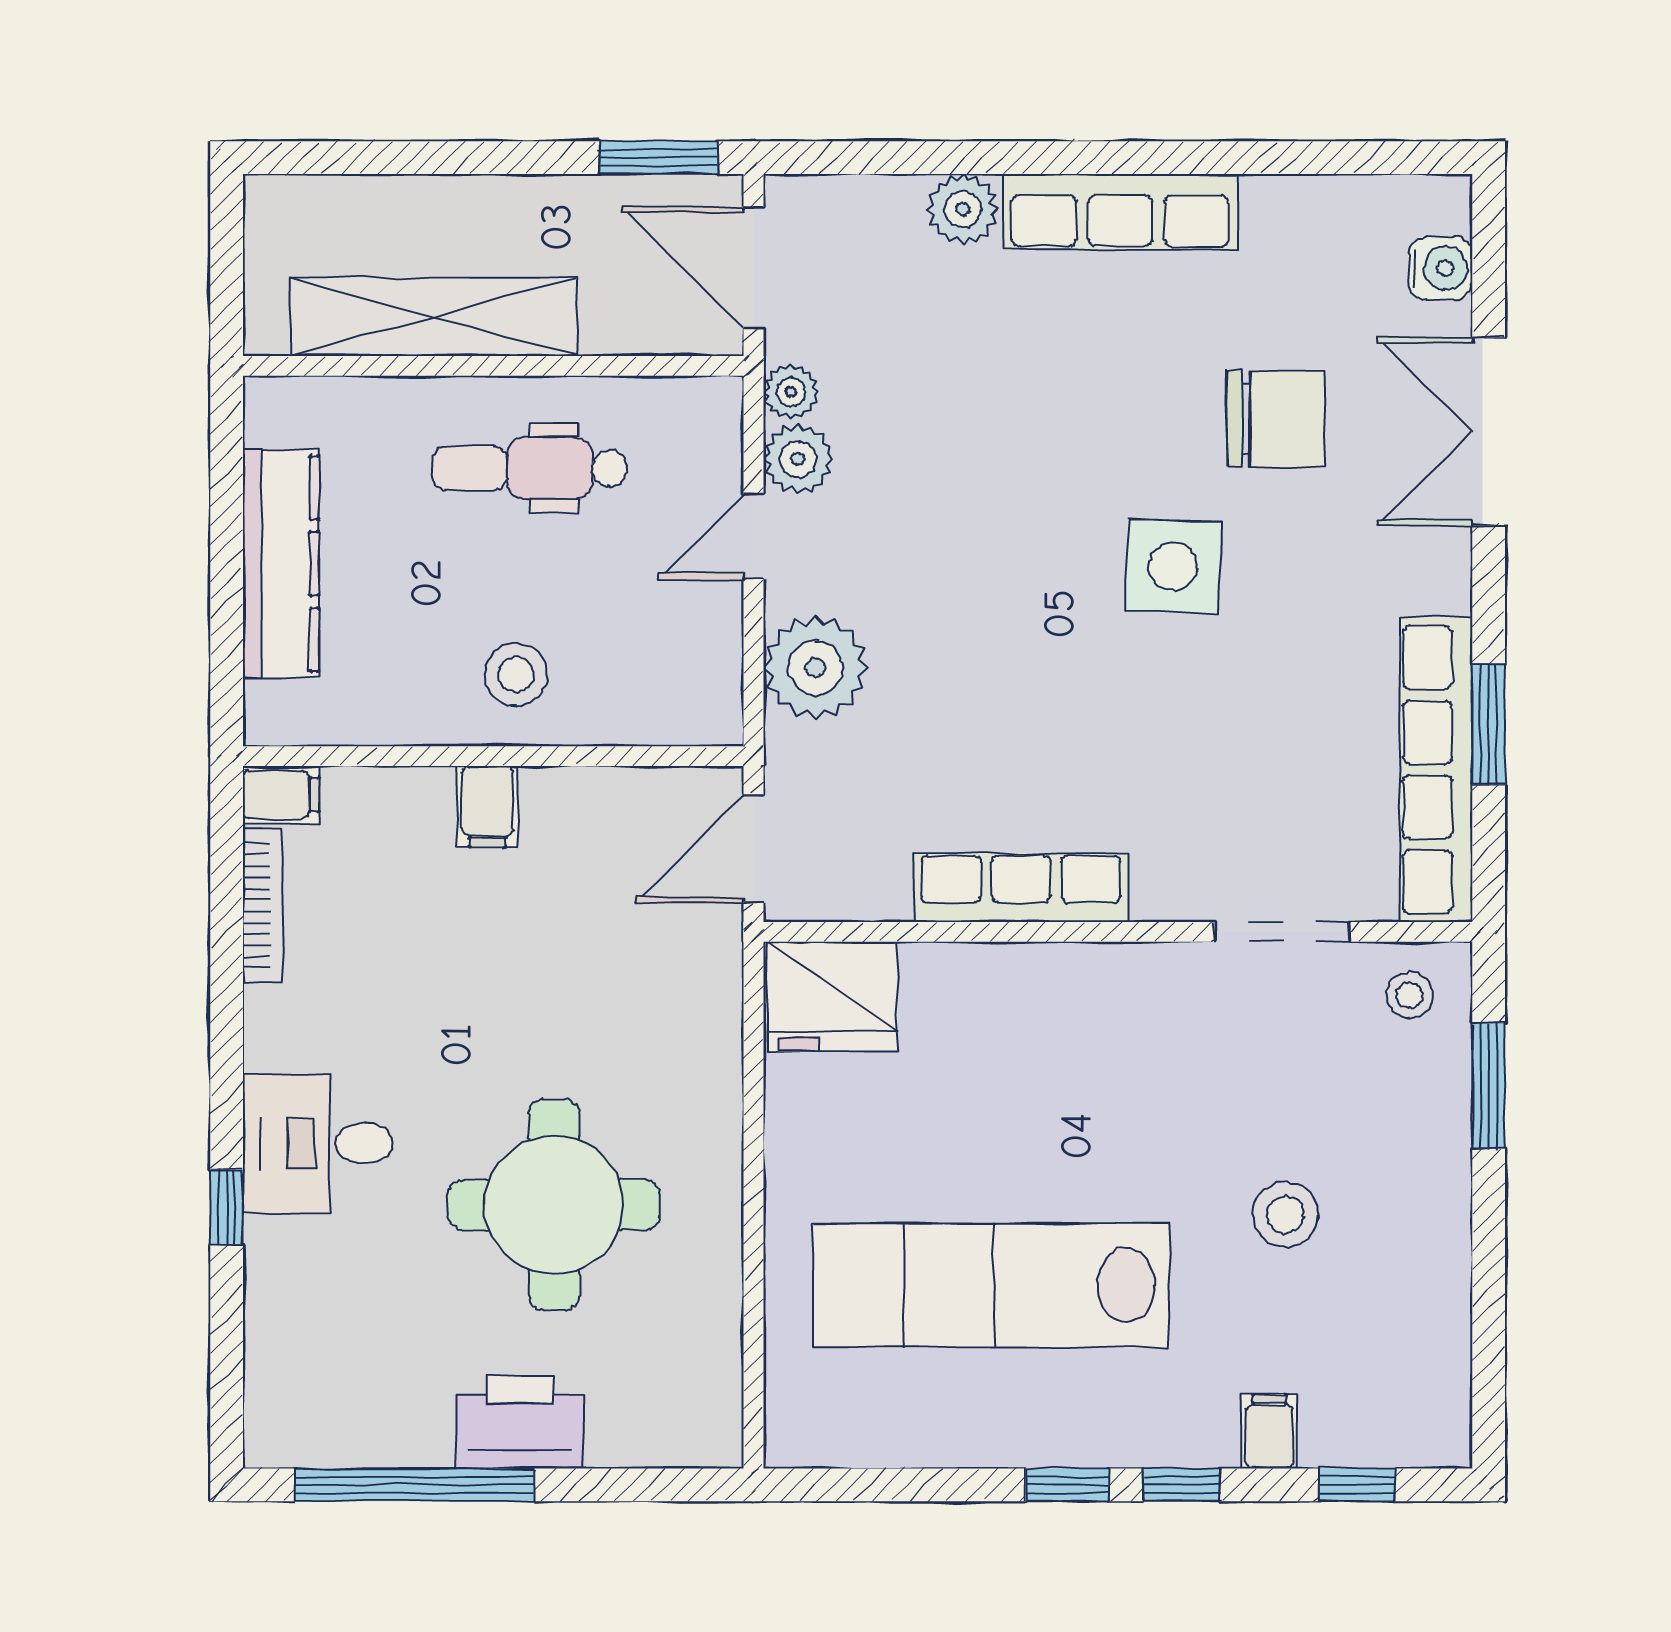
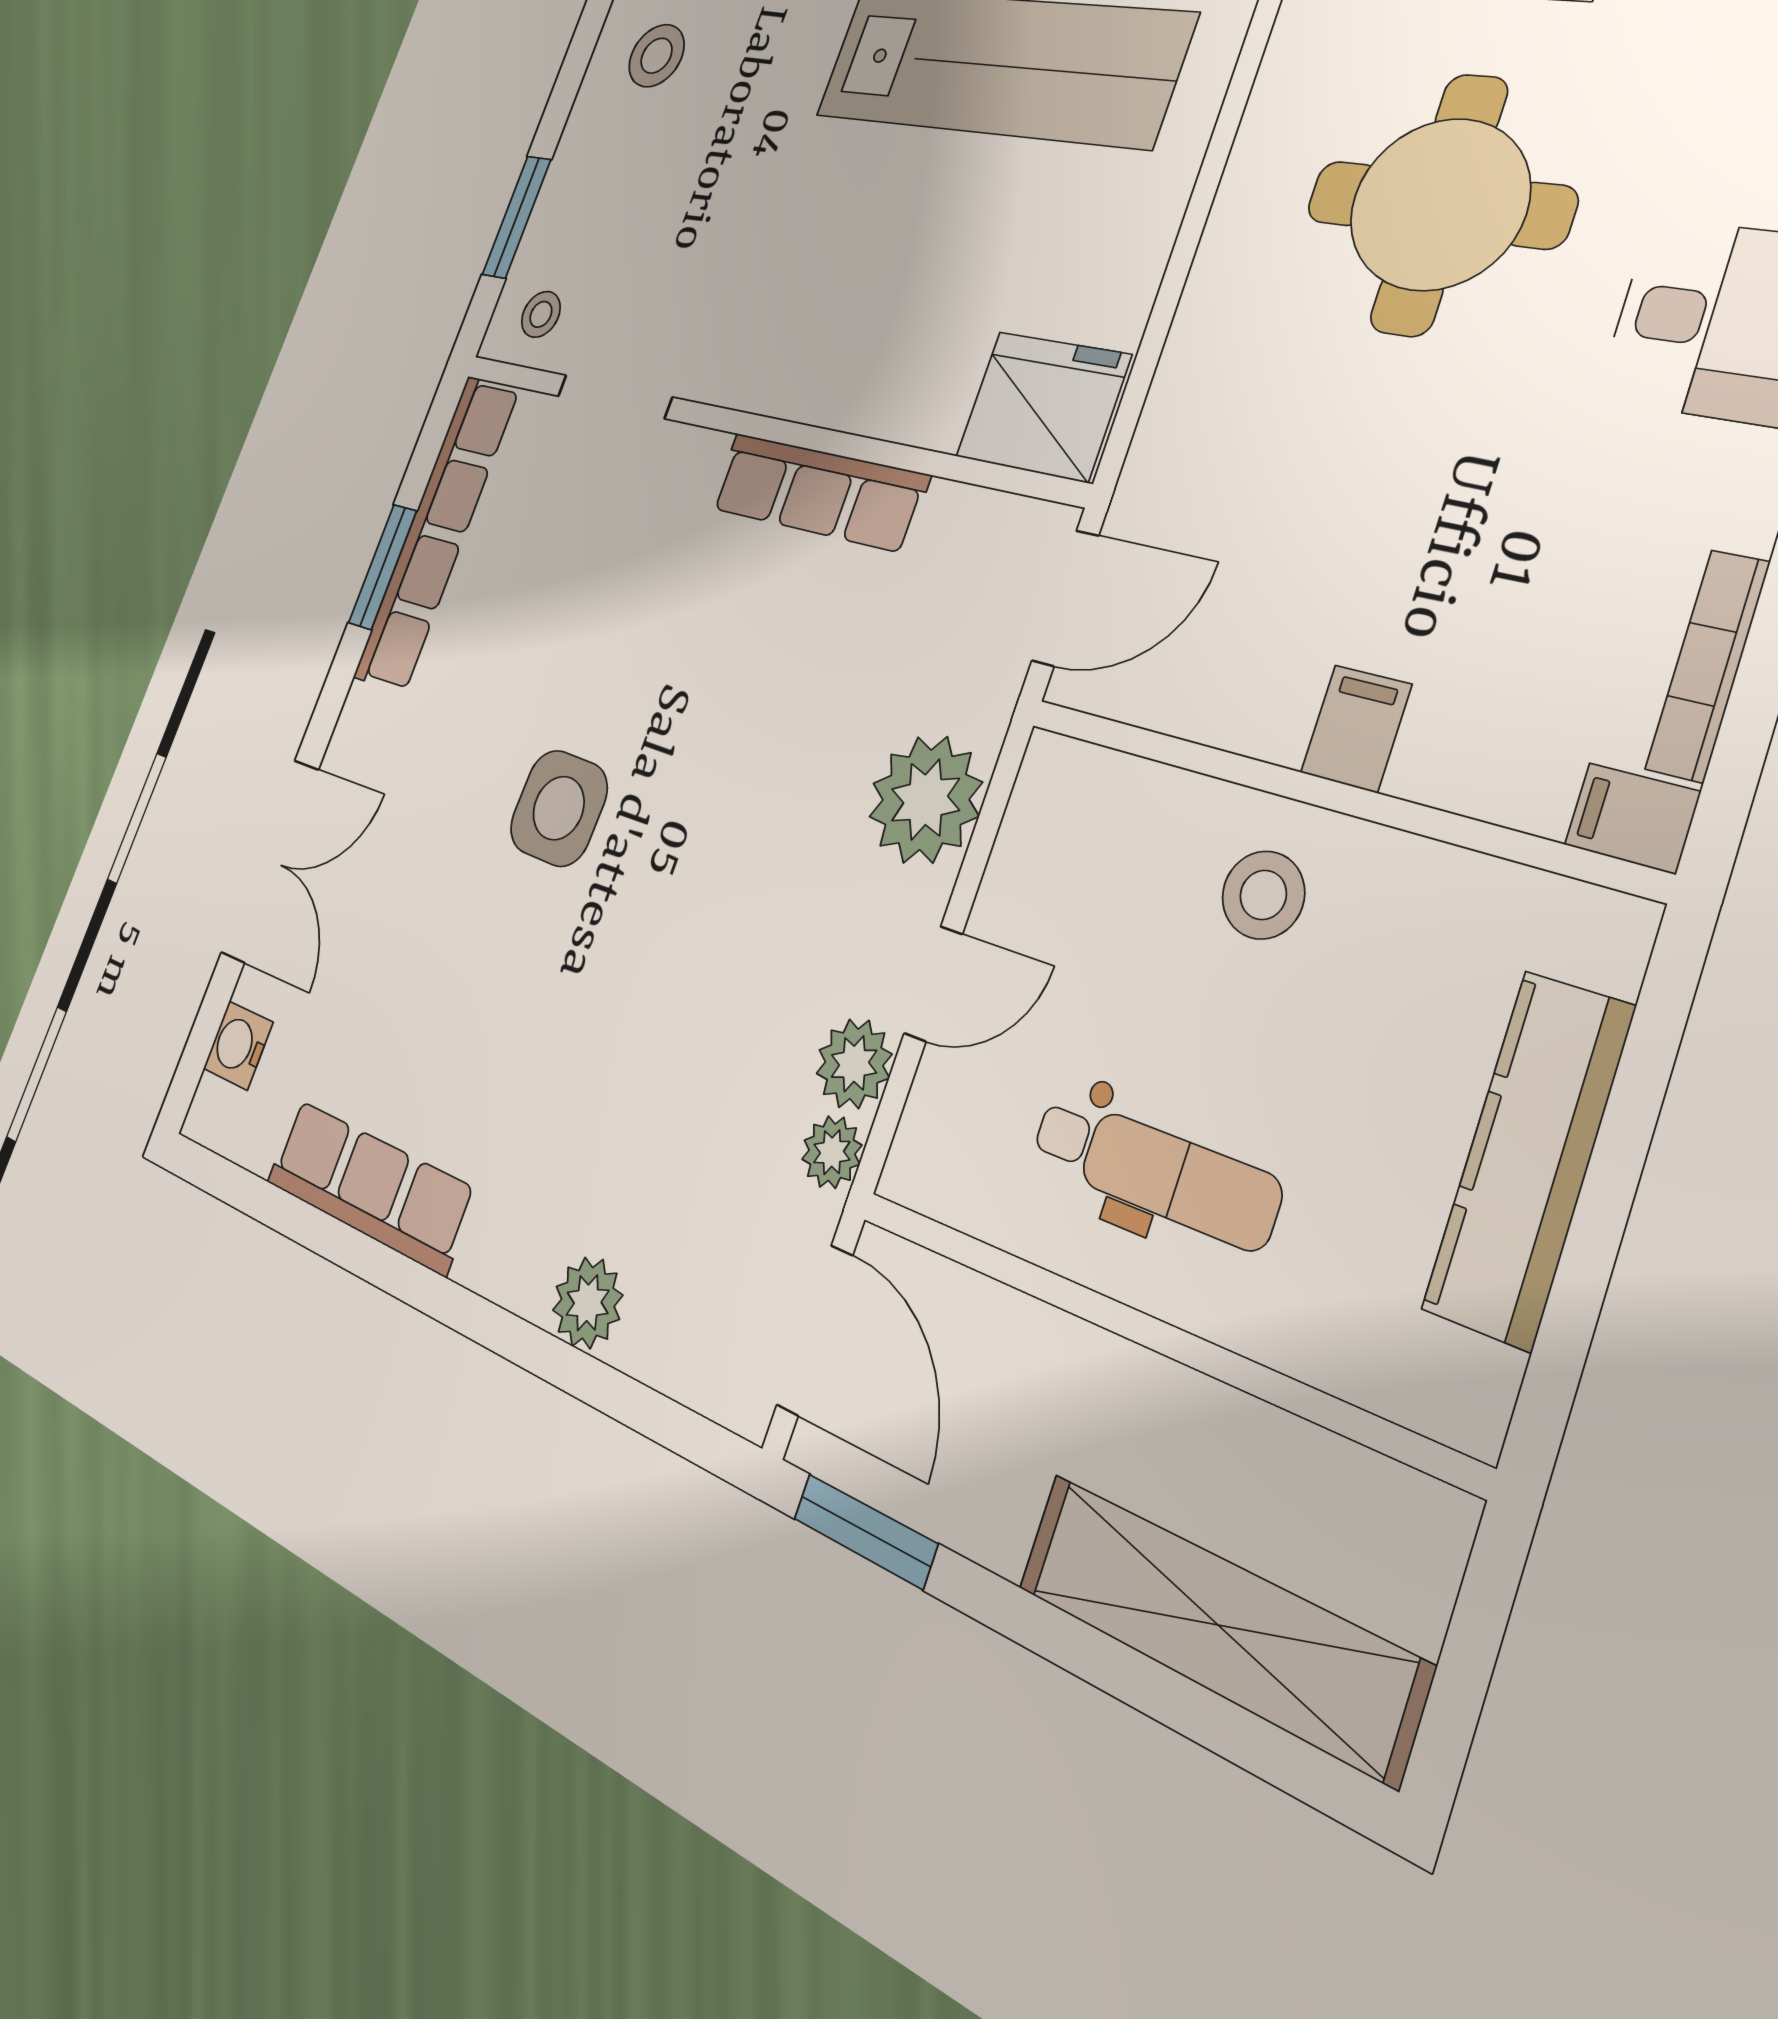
row of seats: (1120, 212) -> (370, 1186), moved
shelving: (434, 317) -> (1218, 1625), moved
chair: (1275, 419) -> (418, 939), removed
stool: (1285, 1215) -> (656, 56), moved

